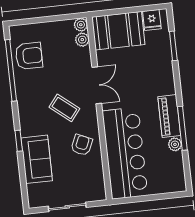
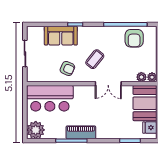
plant: (175, 144) -> (36, 130), moved, width x1.88, depth x1.88
bar counter: (125, 153) -> (50, 98), width x0.73

